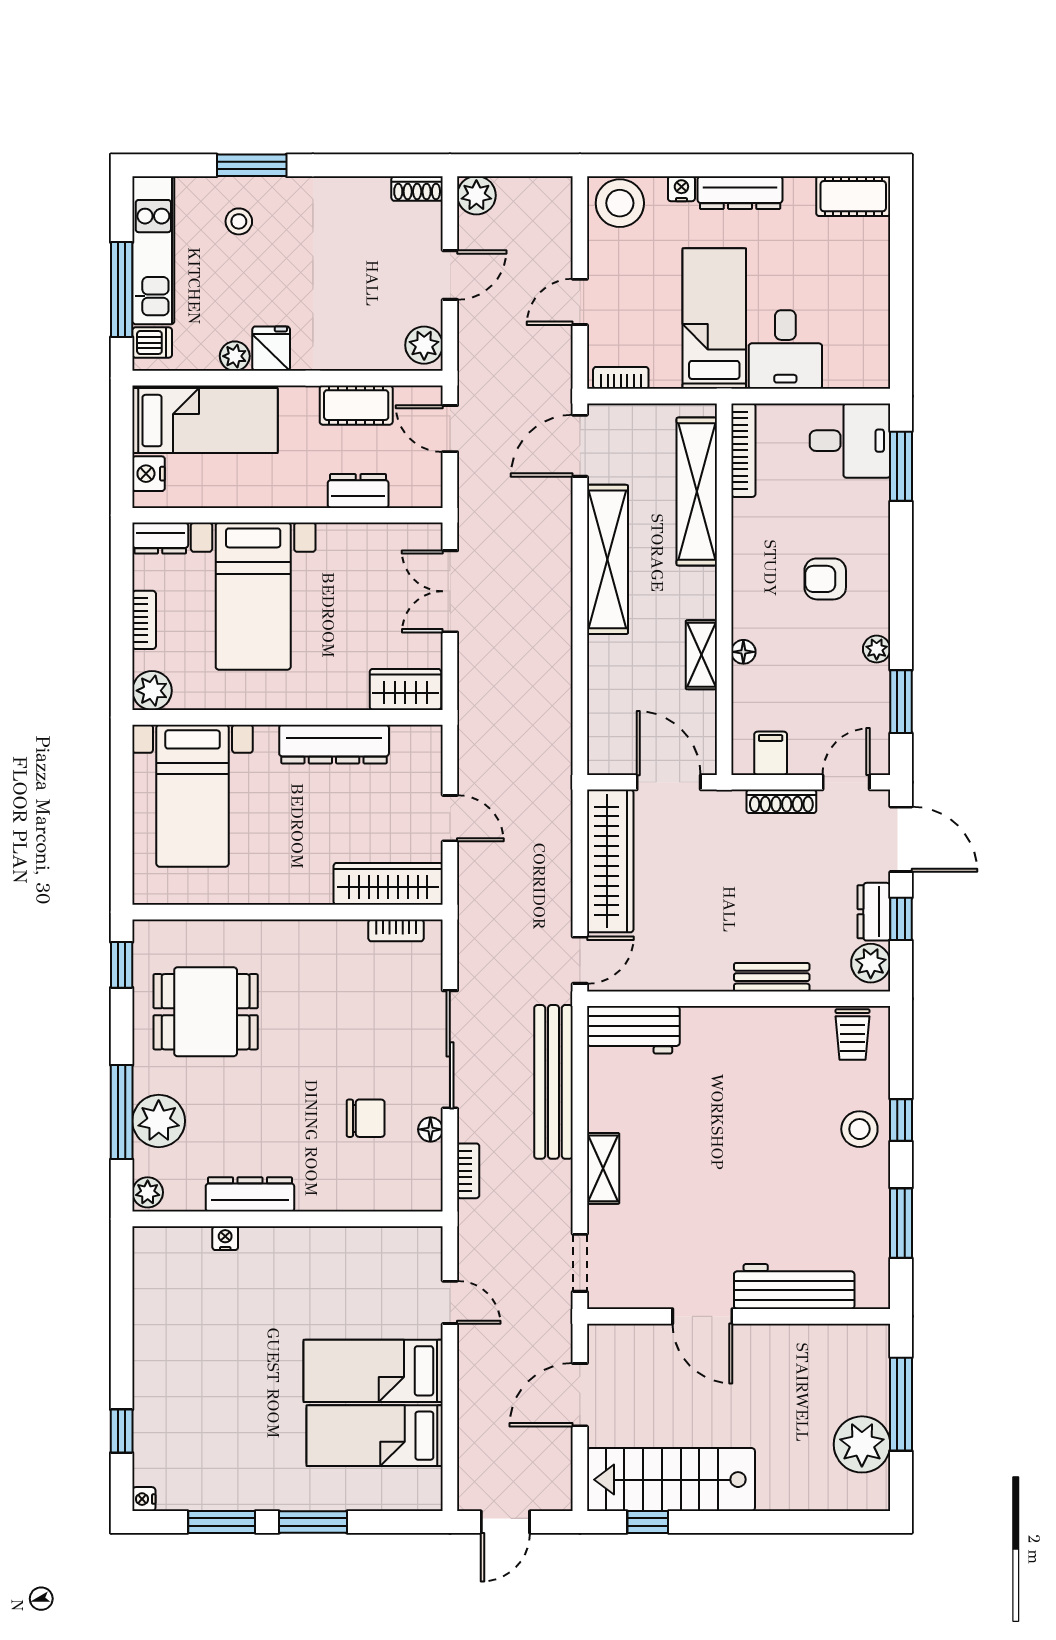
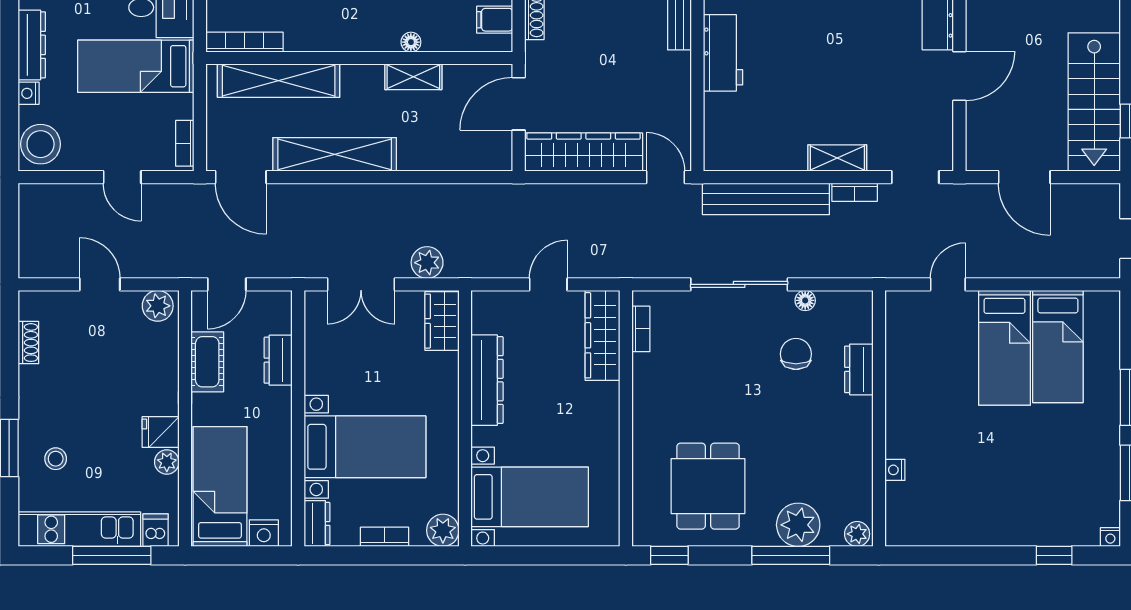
shoe rack: (417, 188) -> (28, 343), moved
plant: (476, 195) -> (427, 263), moved
workbench: (633, 1030) -> (723, 53), moved
bookcase: (468, 1171) -> (855, 192), moved, turned 180
dresser: (250, 1194) -> (859, 369), moved, width x0.70

